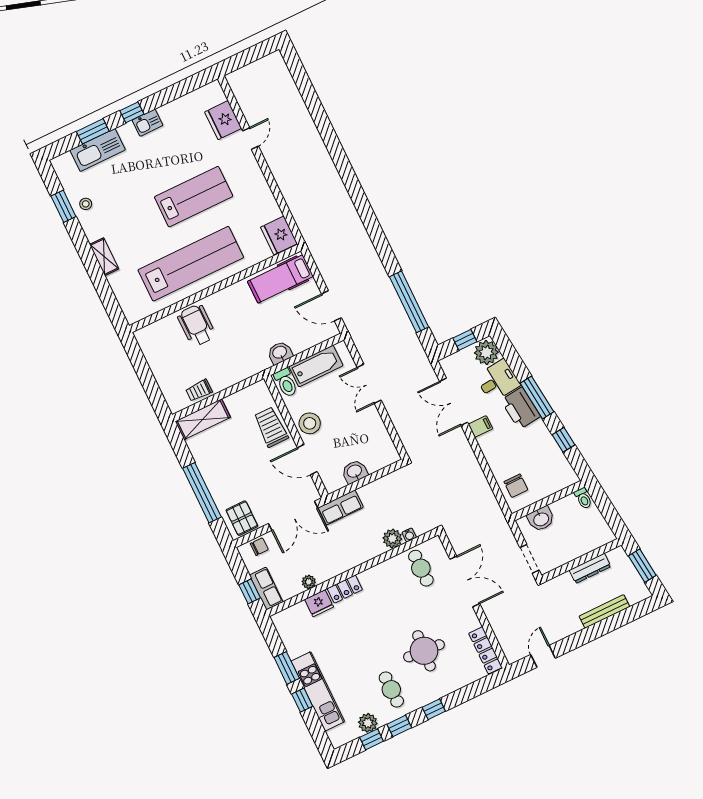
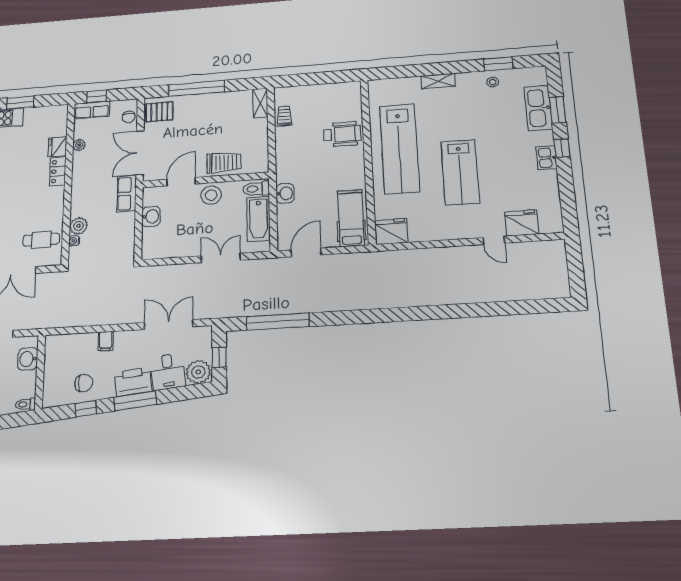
shelving: (203, 419) -> (260, 103), width x0.67, depth x0.75
filing cabinet: (480, 426) -> (106, 341), moved
chair: (516, 486) -> (84, 383), moved, turned 180

